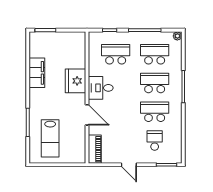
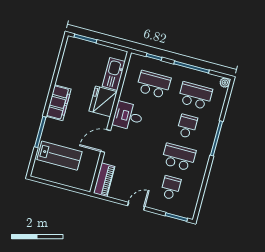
kitchen sink: (78, 54) -> (114, 74), added
filing cabinet: (37, 73) -> (59, 103), moved
school desk: (155, 83) -> (187, 126), width x0.54
door: (87, 115) -> (106, 141), swing flipped
lab bench: (50, 138) -> (60, 156), turned -90
door: (129, 165) -> (136, 206), swing flipped

